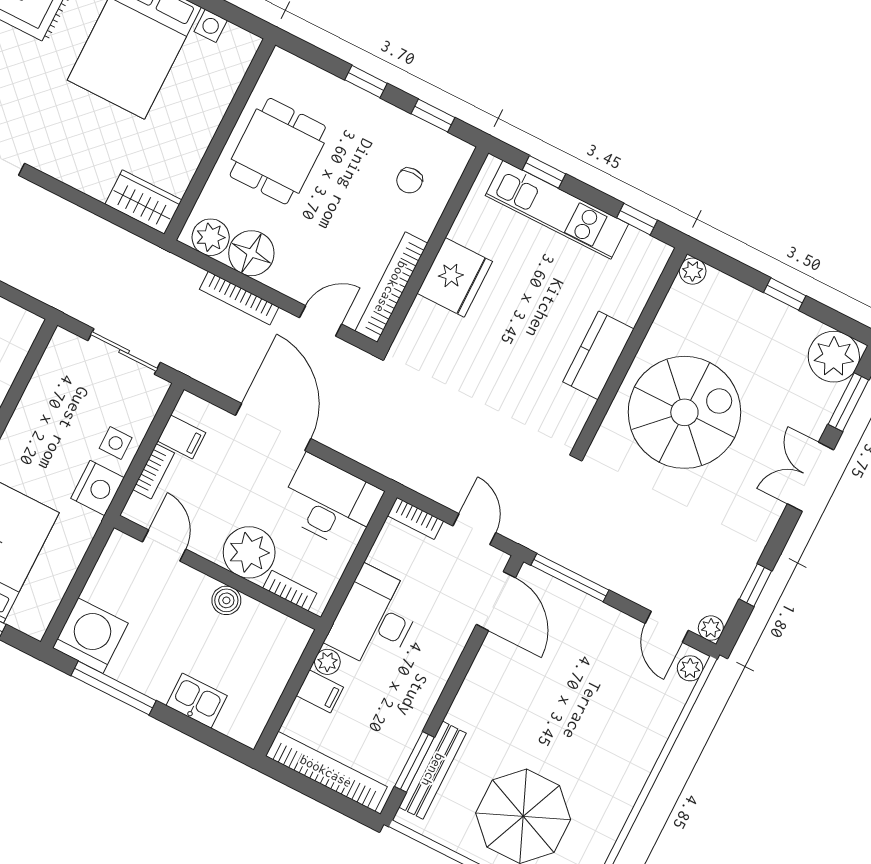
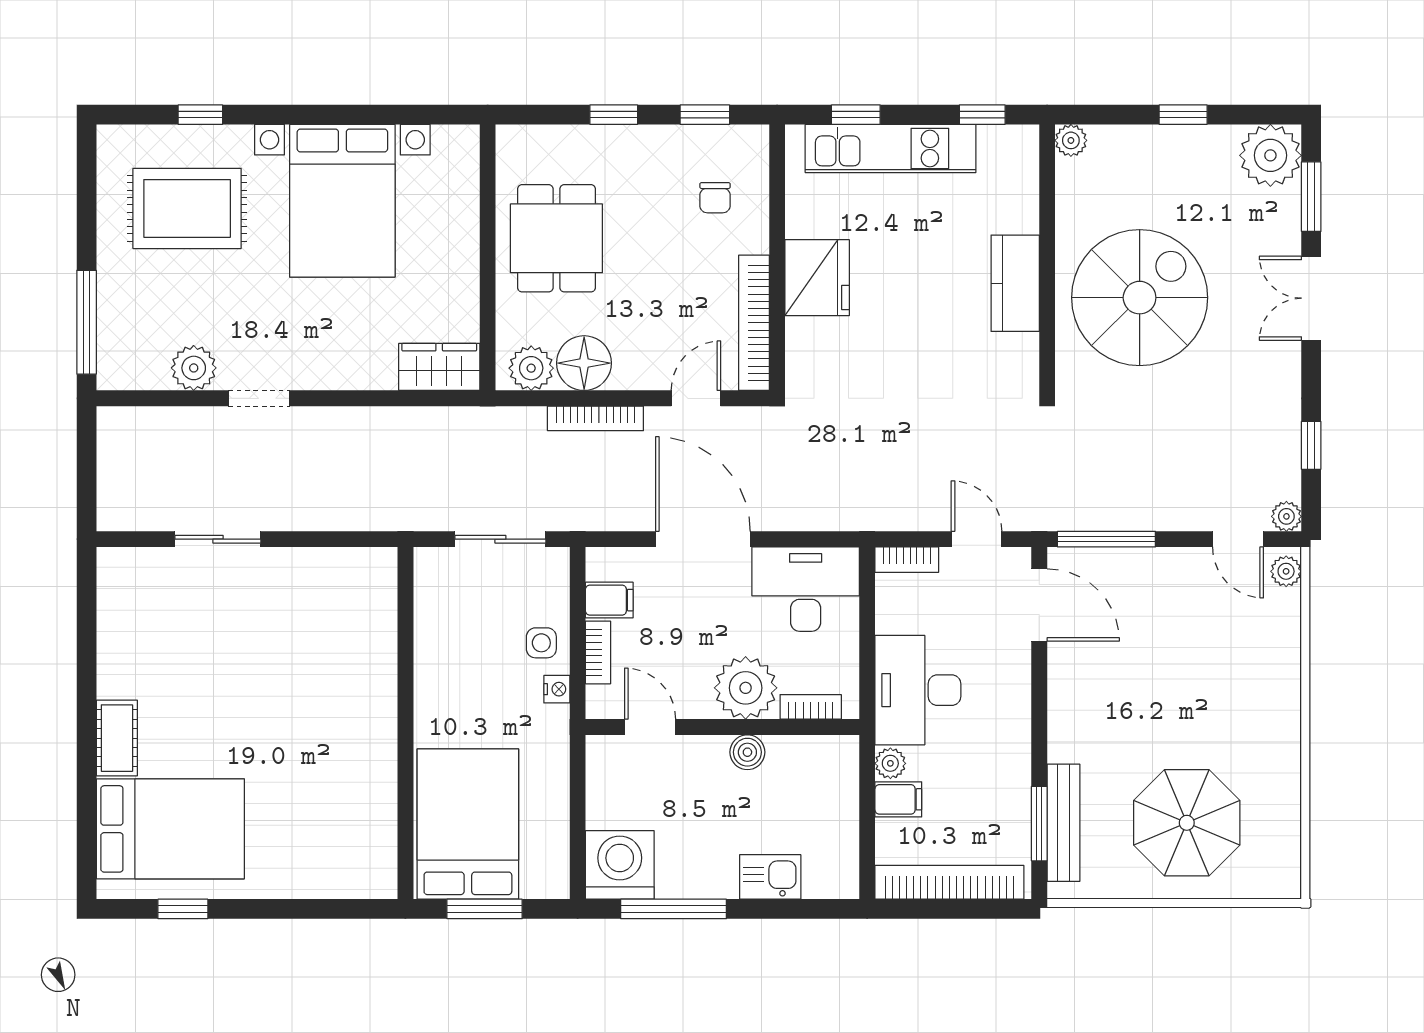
nightstand: (98, 488) -> (557, 689), width x0.53, depth x0.56

